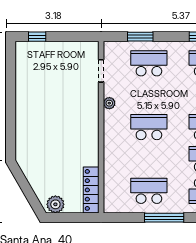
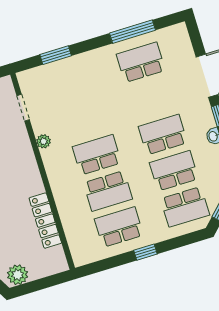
school desk: (149, 63) -> (108, 191), moved, turned 180
locker: (91, 190) -> (45, 221), moved
window: (164, 218) -> (145, 252), width x0.46

